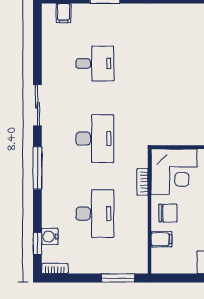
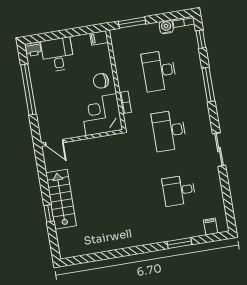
window: (37, 168) -> (208, 85), moved
water cooler: (50, 236) -> (166, 27), moved, turned -90
filing cabinet: (162, 239) -> (99, 38), moved

